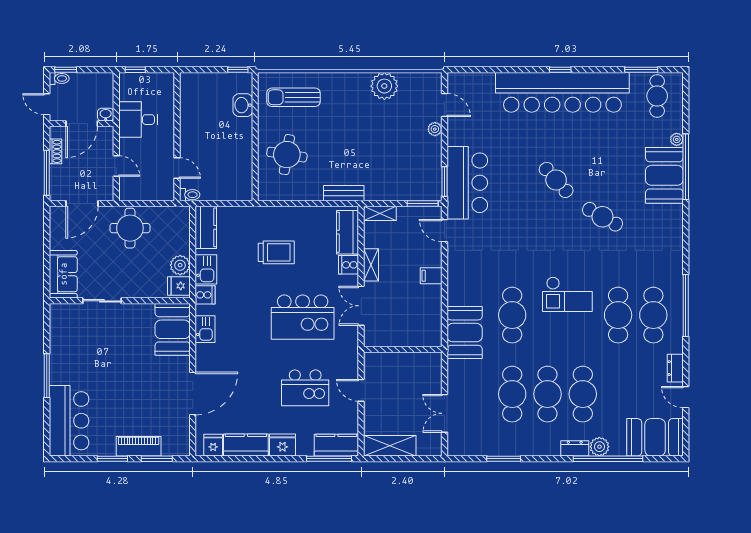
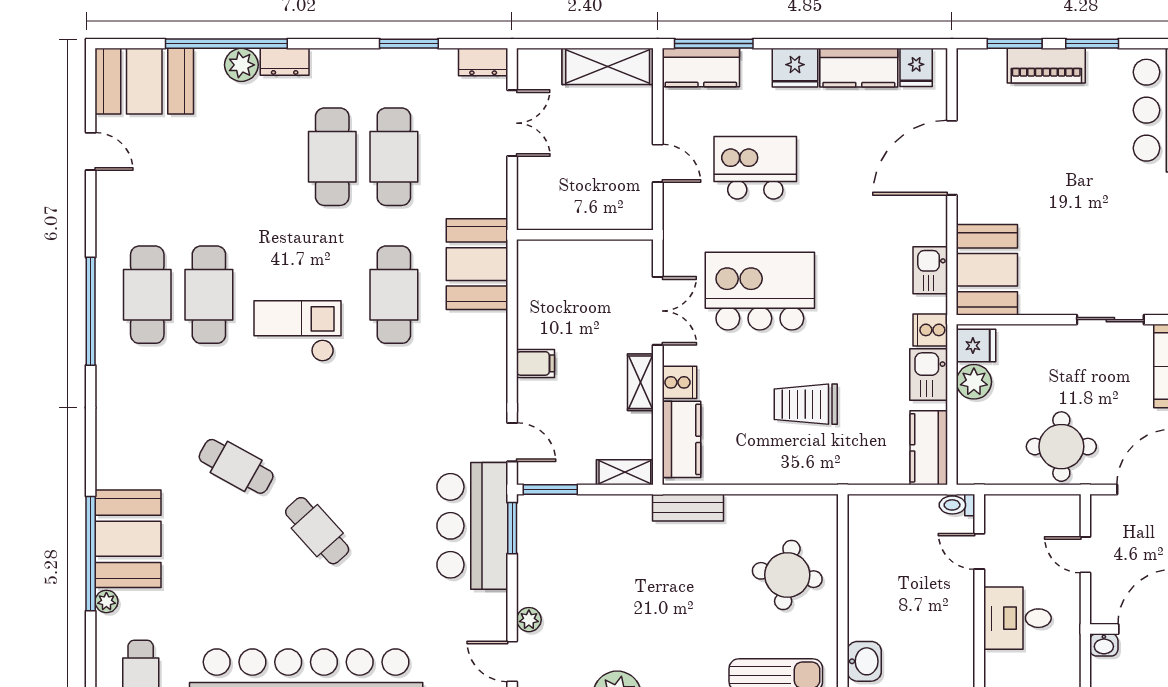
desk: (138, 120) -> (1017, 618), moved, turned 180
dresser: (675, 368) -> (483, 62), moved, turned 90
cafe table: (583, 394) -> (271, 157), removed

